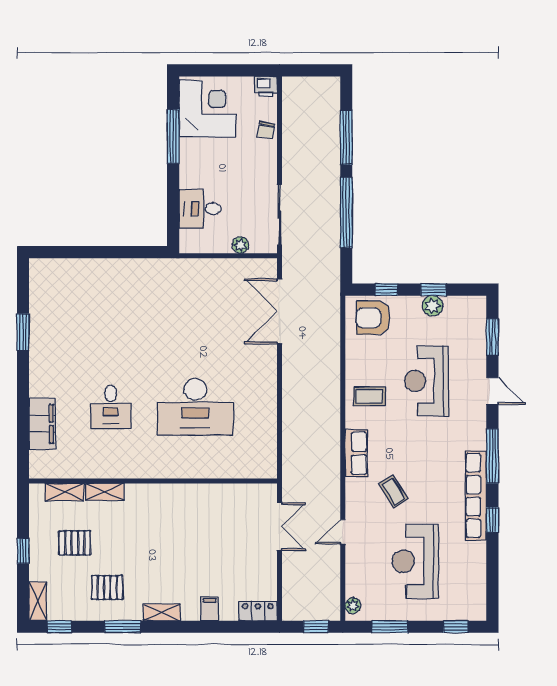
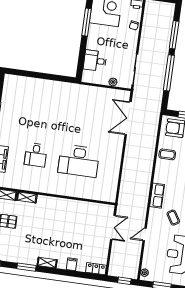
coffee table: (369, 396) -> (167, 154), moved
pallet: (107, 588) -> (21, 246), removed

